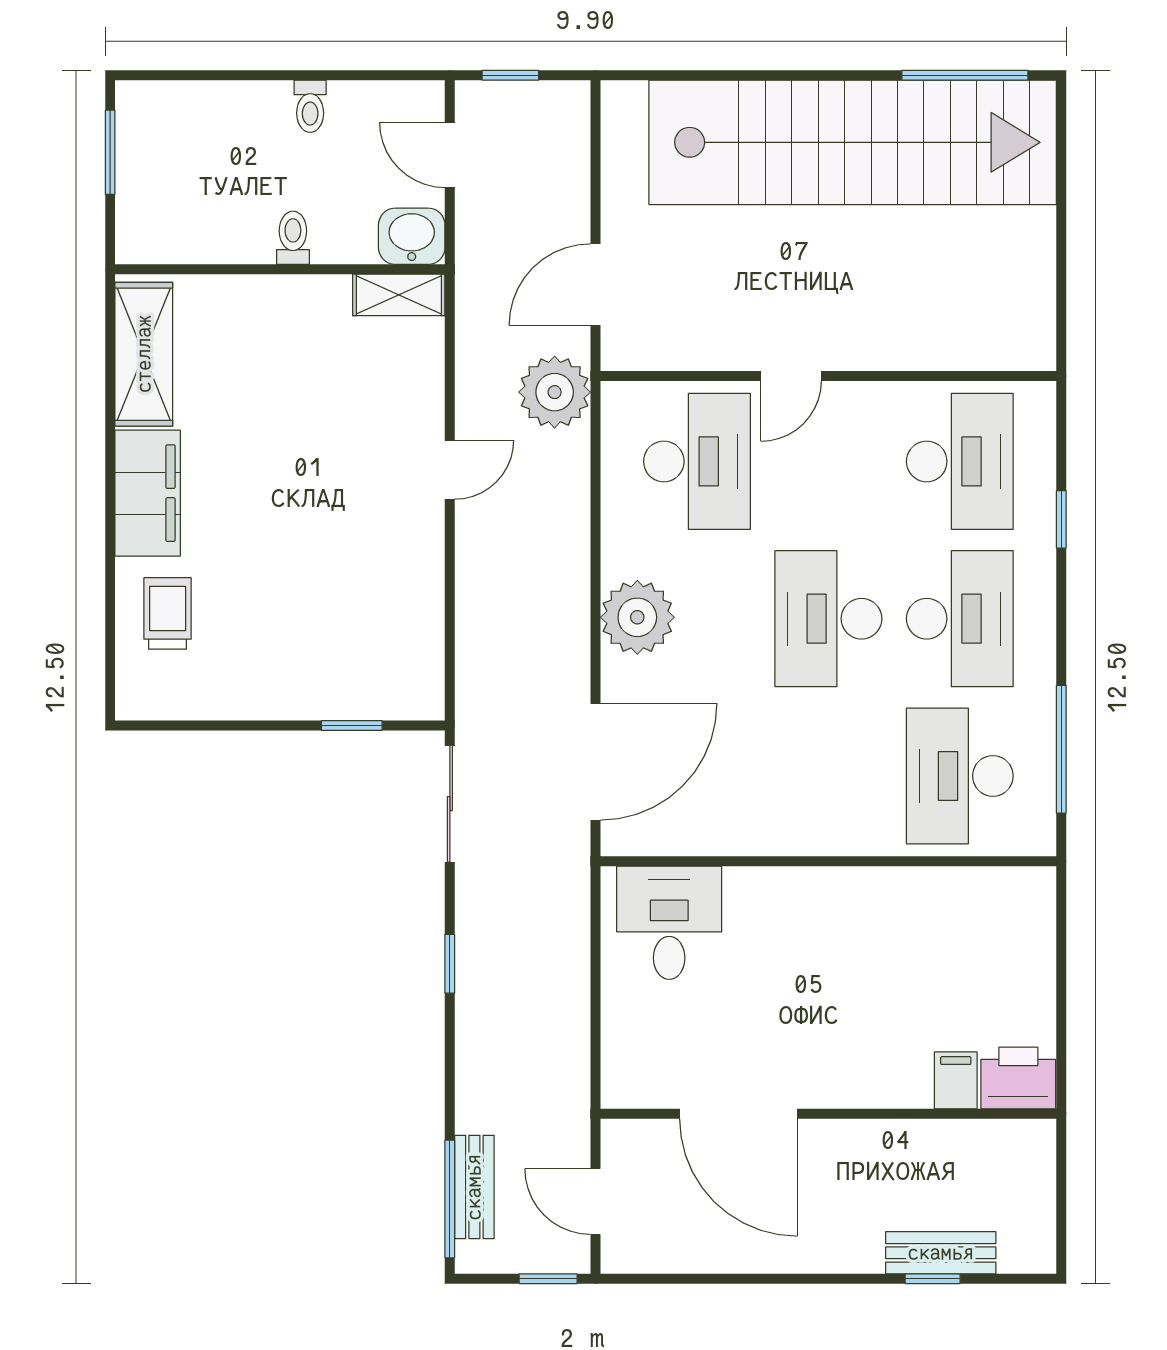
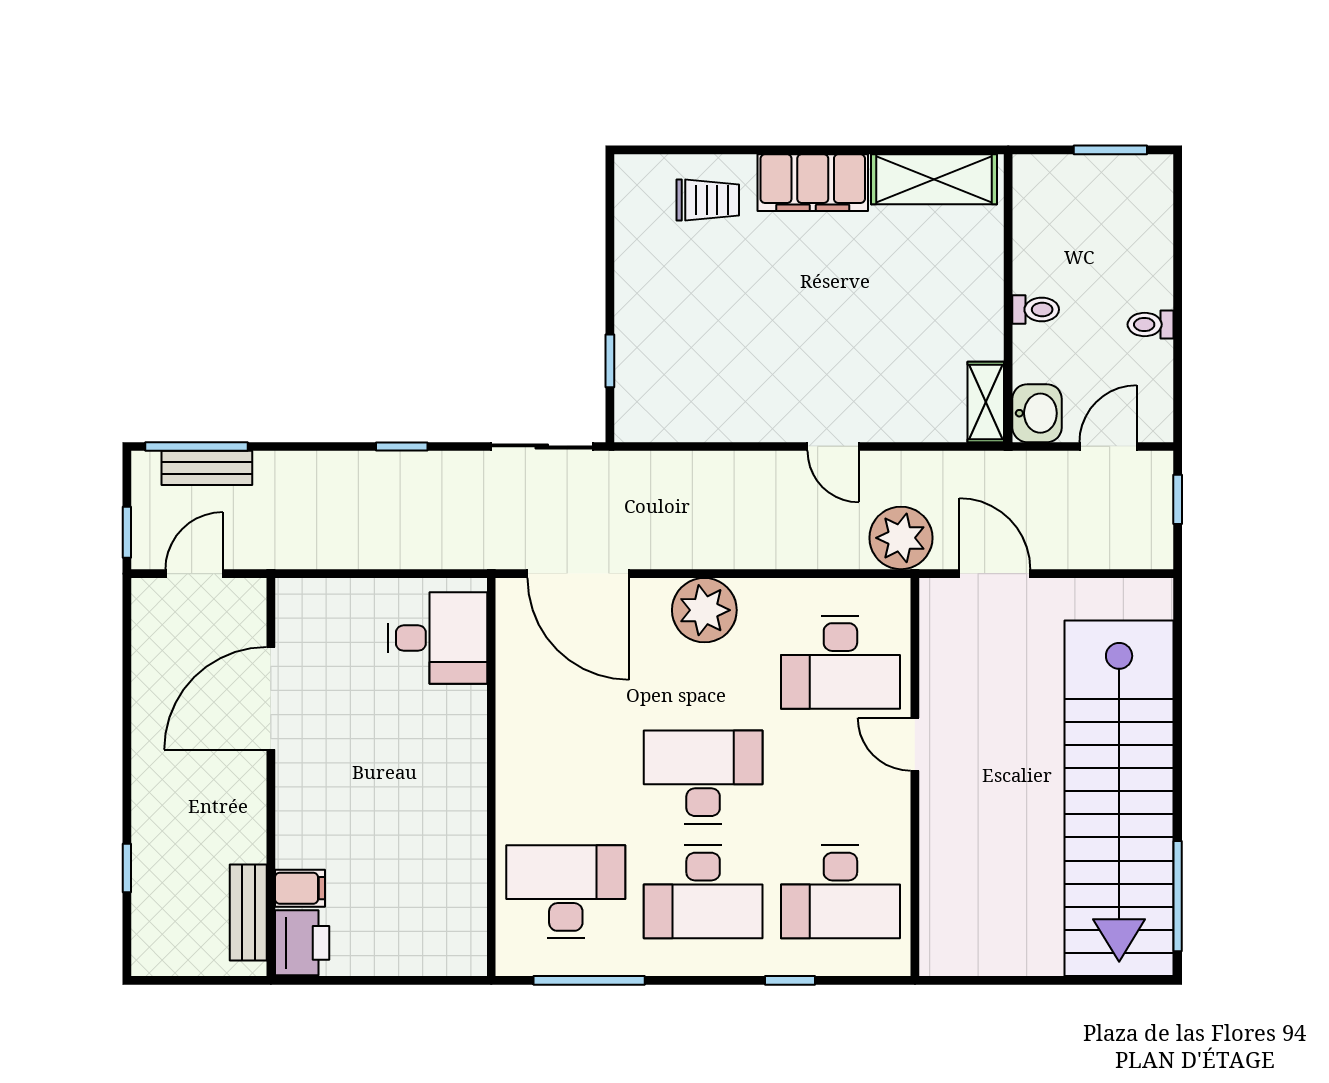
bench: (941, 1253) -> (248, 912), moved

